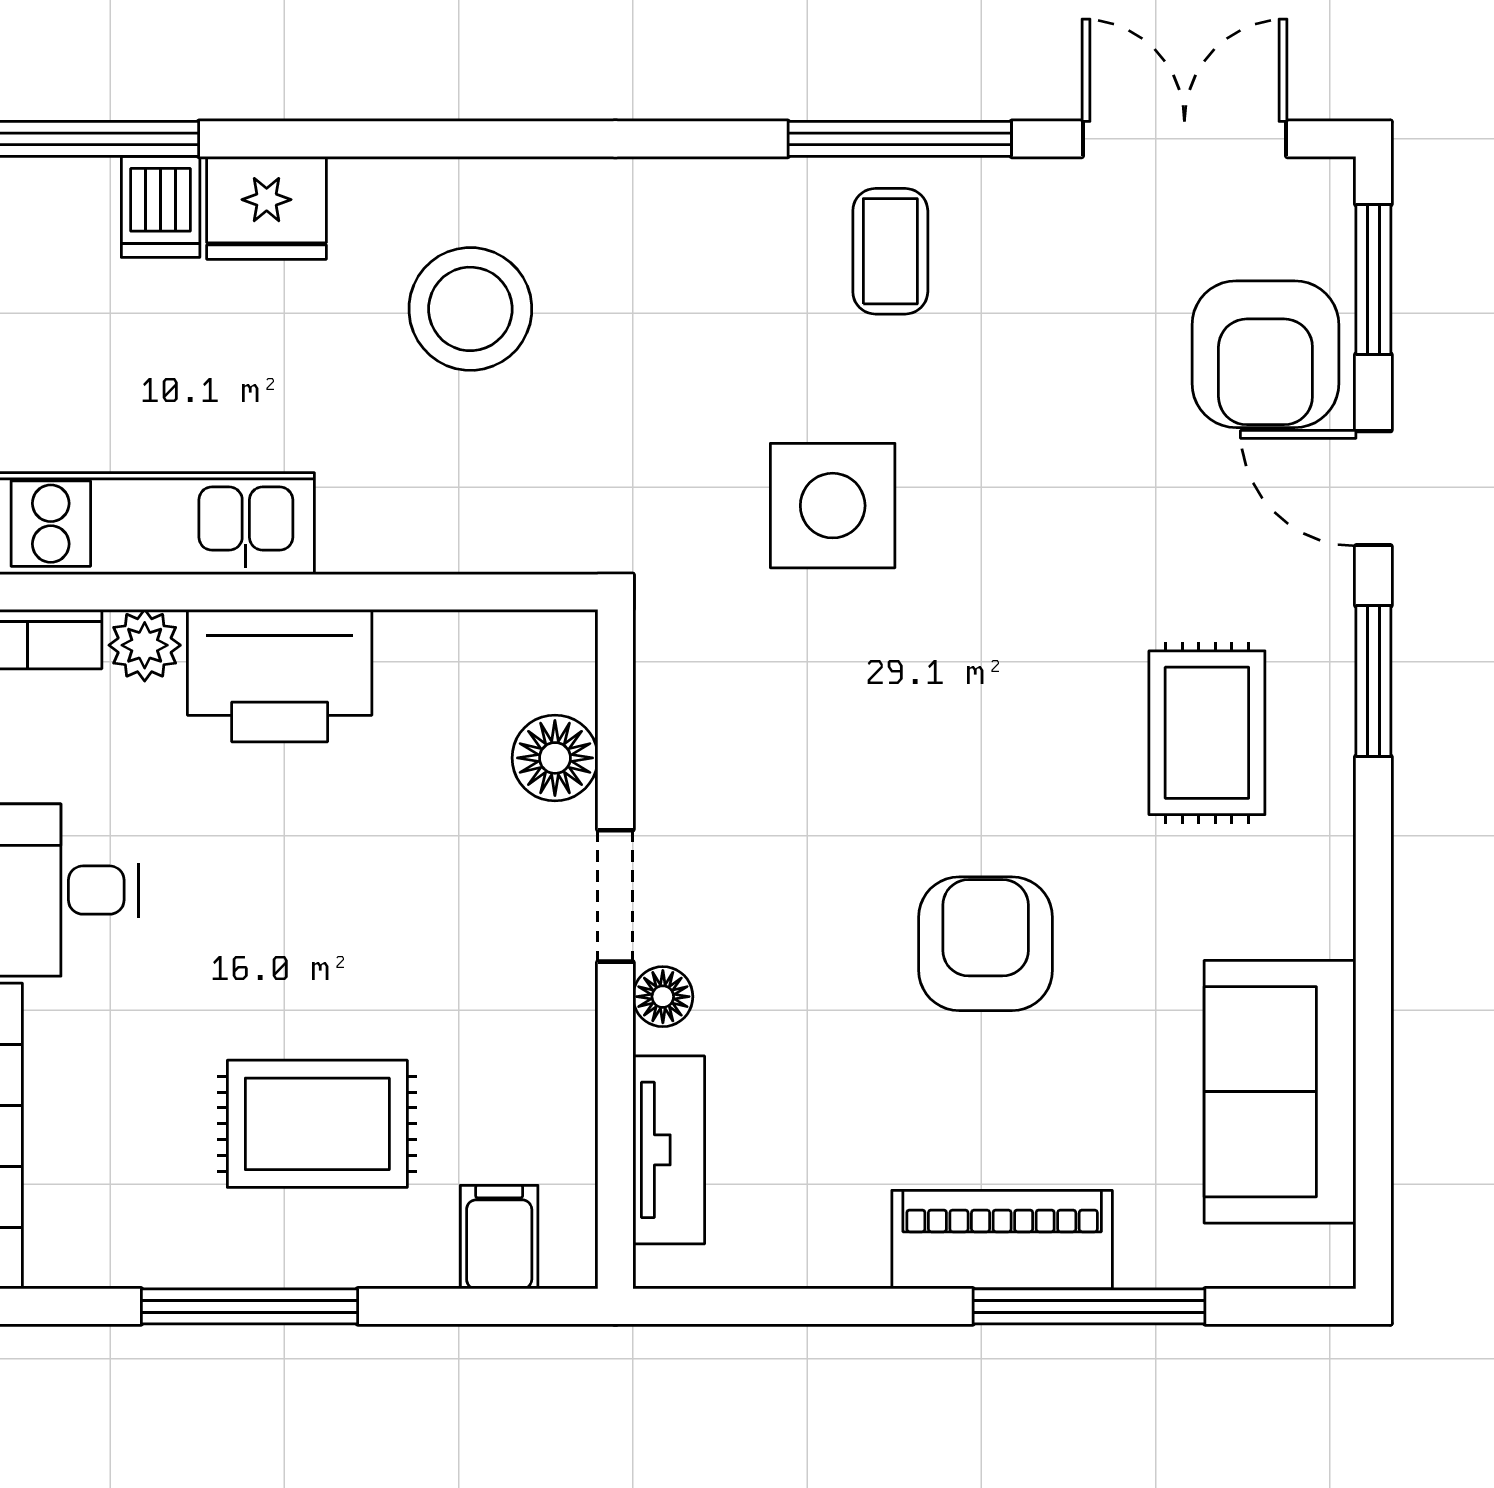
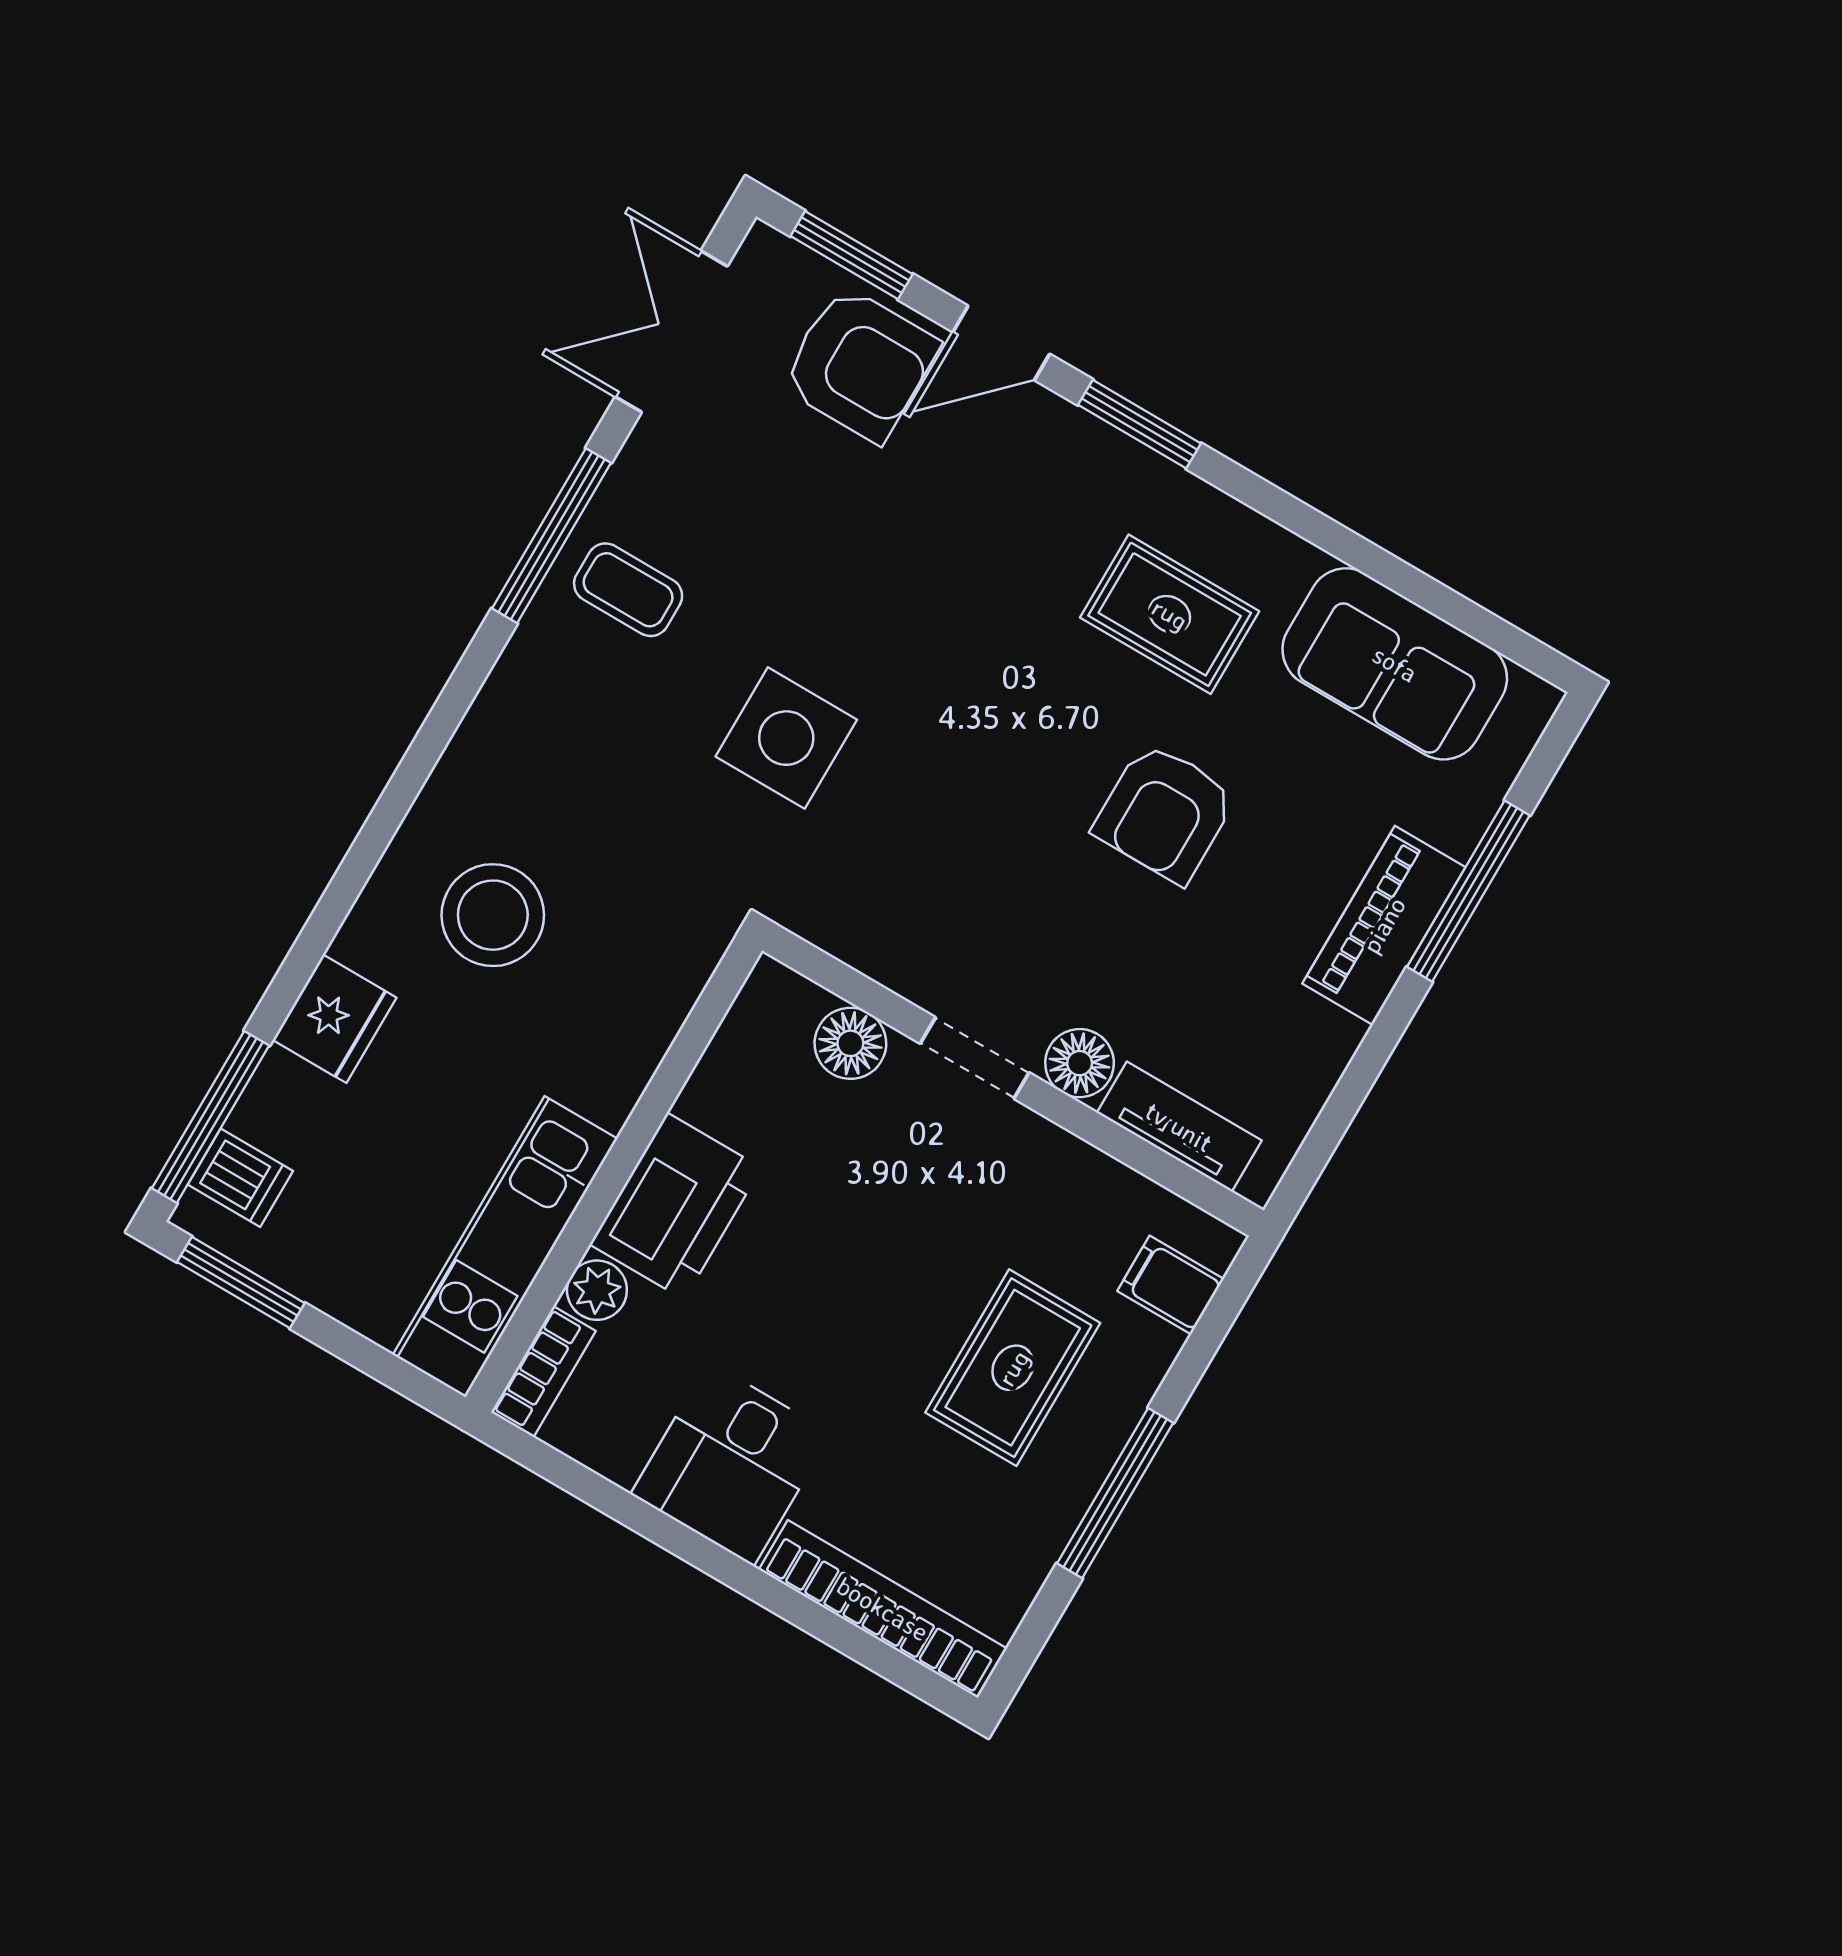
dishwasher: (161, 207) -> (240, 1178), moved
rug: (1207, 733) -> (1170, 614), moved
armchair: (986, 944) -> (1165, 813), turned -90
floor lamp: (663, 997) -> (1080, 1063), width x1.37, depth x1.37

